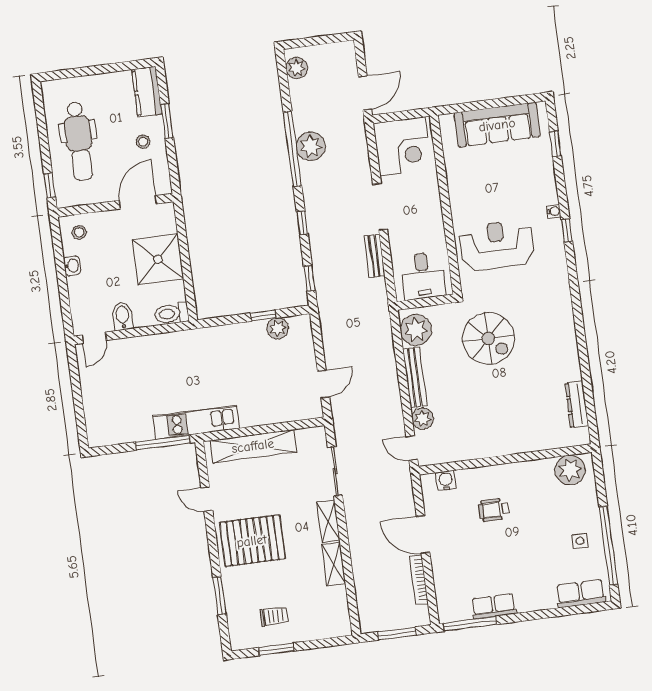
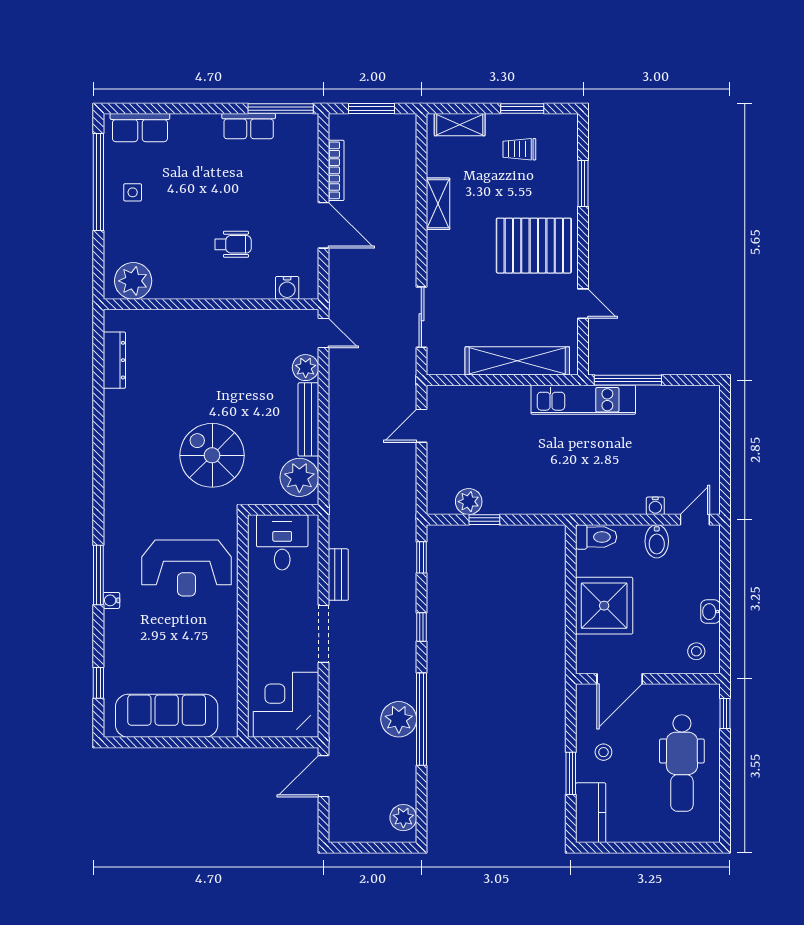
dental chair: (79, 141) -> (682, 763), turned 180
window: (567, 230) -> (98, 575), width x2.17
water cooler: (127, 345) -> (655, 506), added
shelving: (328, 521) -> (460, 125), moved, turned 90

